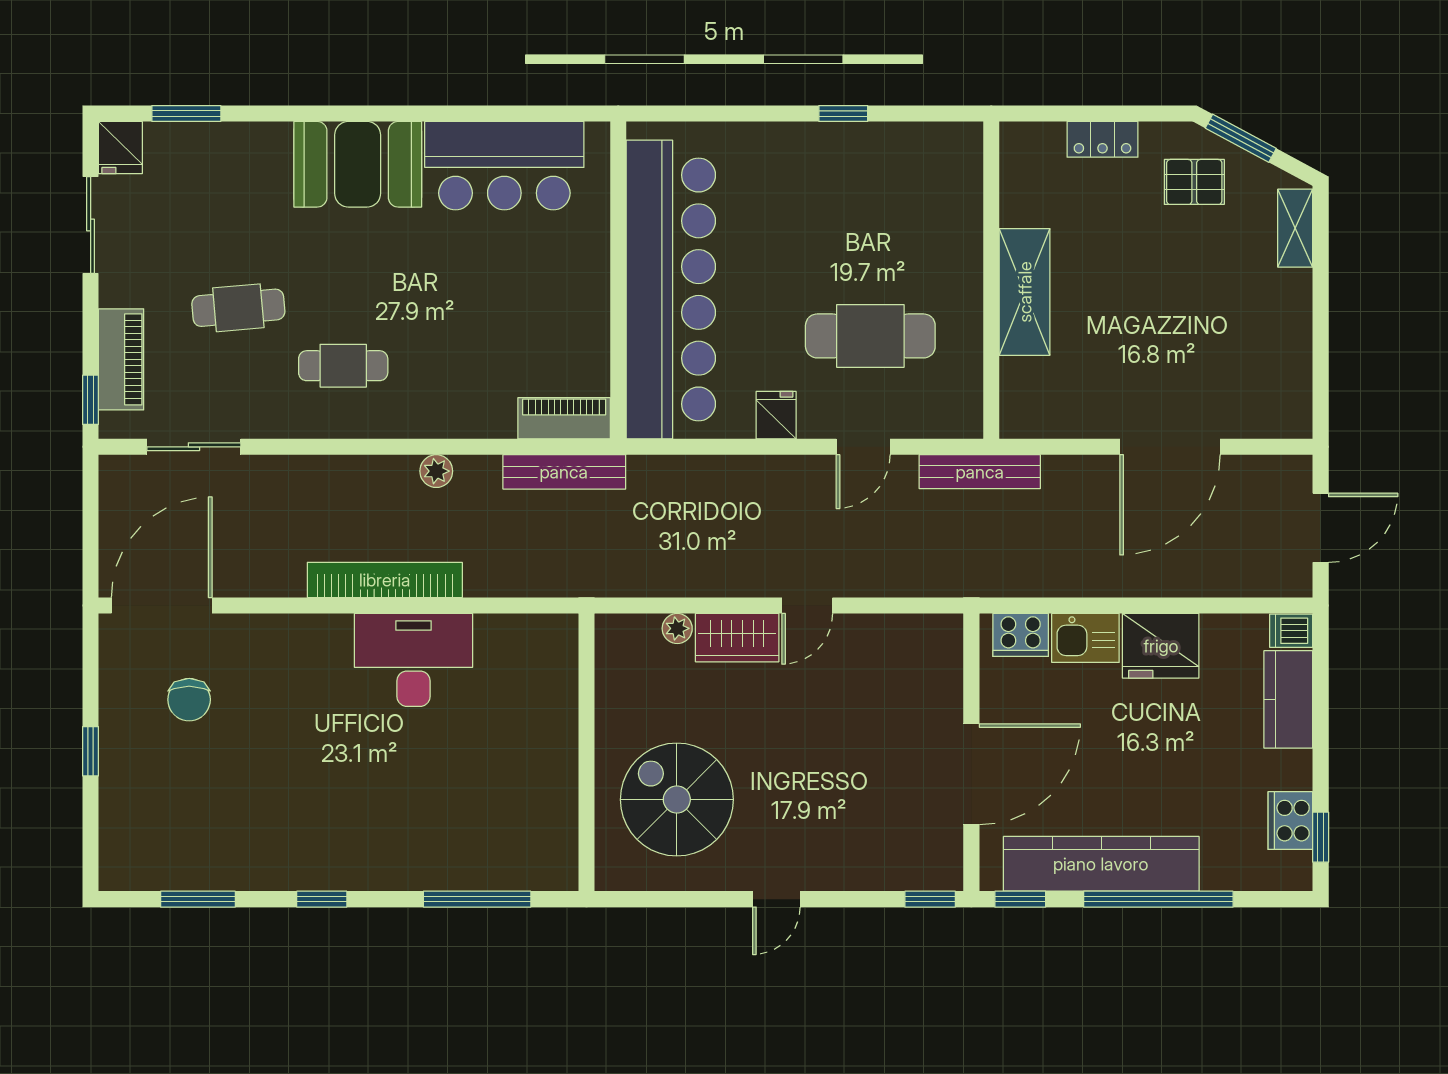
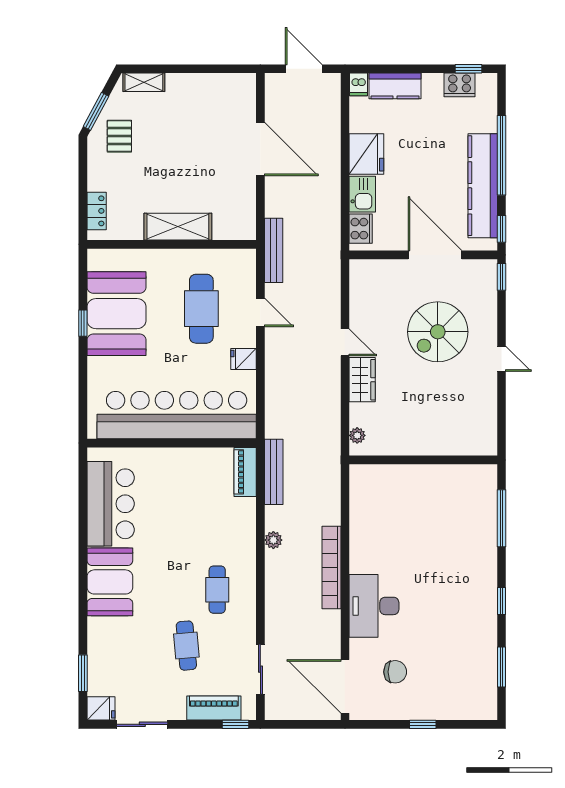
locker: (1102, 139) -> (97, 211), moved
booth: (861, 177) -> (116, 314), added
plant: (677, 628) -> (357, 435), moved
desk: (414, 660) -> (374, 606), moved
spiral stairs: (677, 800) -> (438, 332), moved

